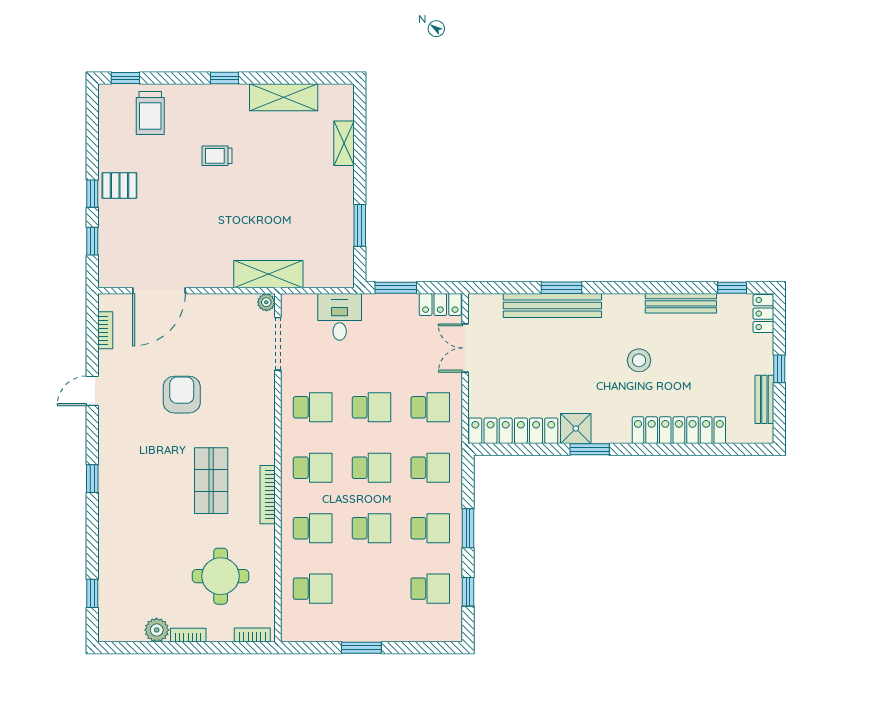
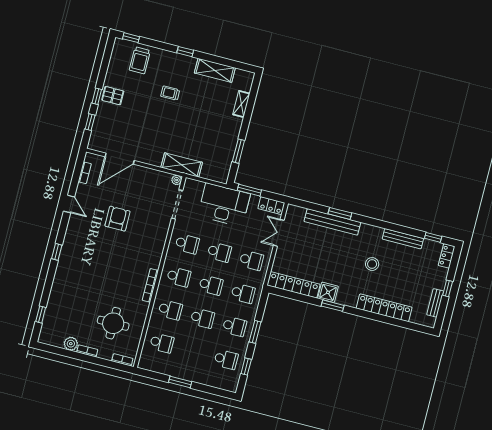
desk: (340, 317) -> (224, 205), width x1.87, depth x1.30
door: (92, 391) -> (69, 204), swing flipped
shop shelf: (211, 481) -> (121, 270), removed

